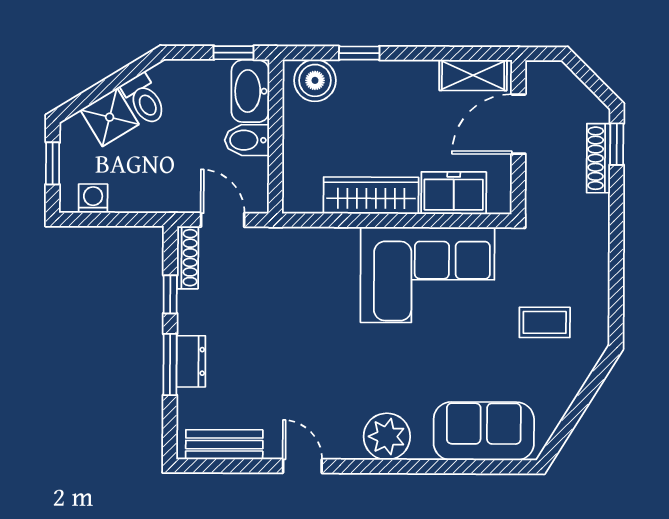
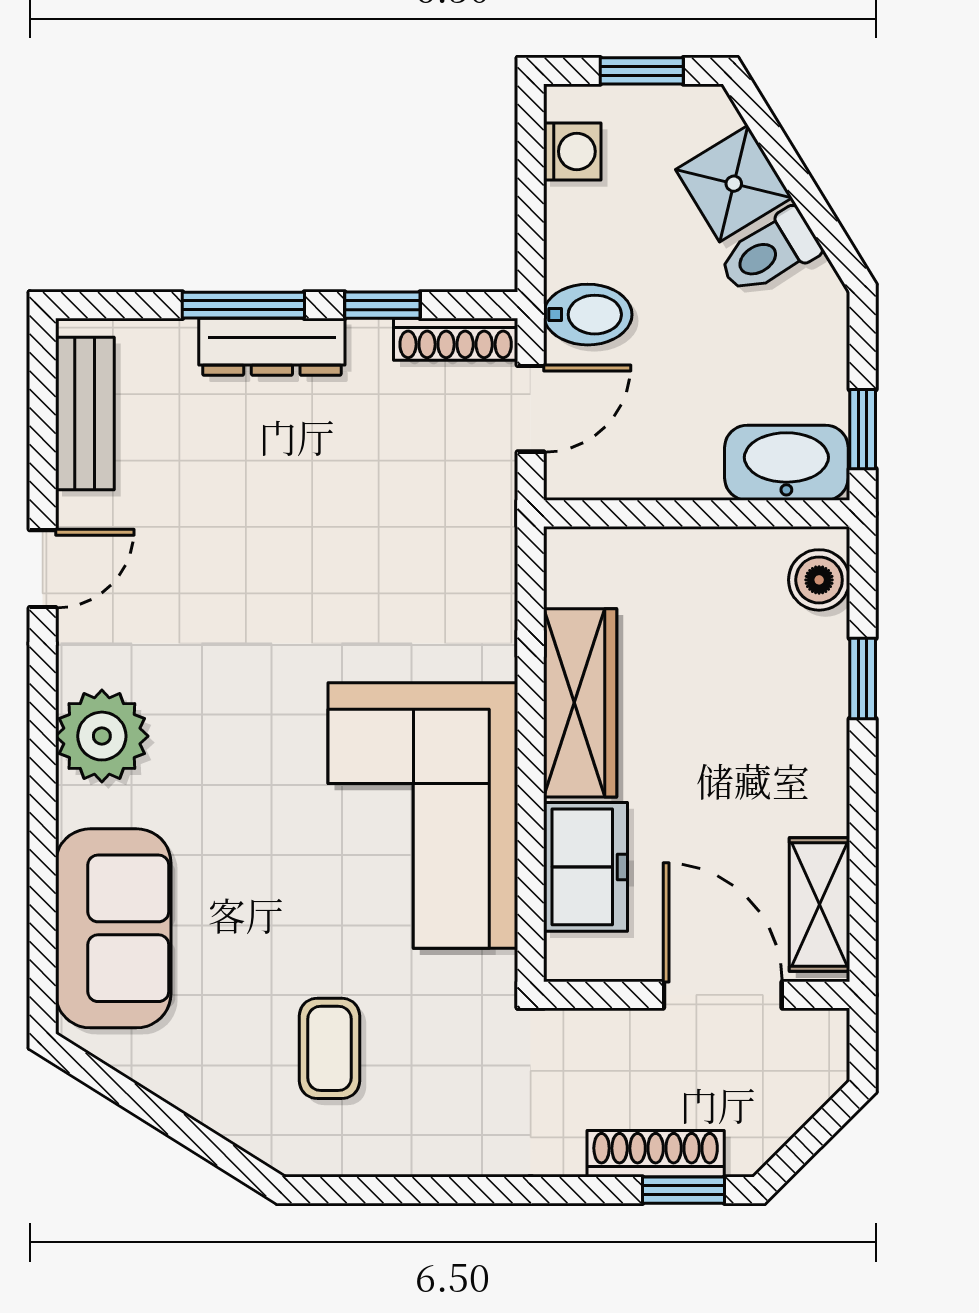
boiler: (315, 80) -> (819, 580), width x0.73, depth x0.73
bidet: (247, 140) -> (588, 315), moved, turned 90
dresser: (191, 361) -> (272, 347), width x1.44

